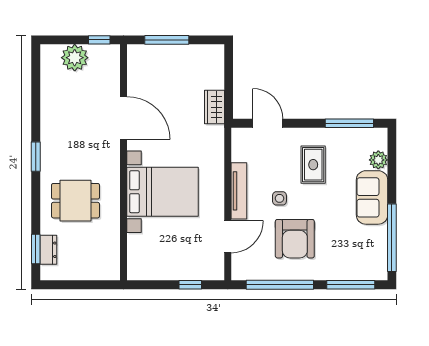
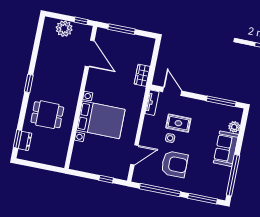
door: (124, 118) -> (90, 53), moved
rug: (313, 165) -> (178, 123), moved, turned 90
tv unit: (239, 191) -> (152, 103), moved, width x0.71
armchair: (295, 239) -> (174, 164), turned -90

